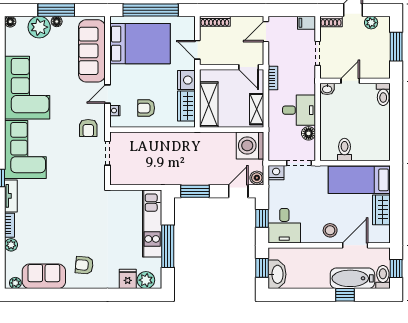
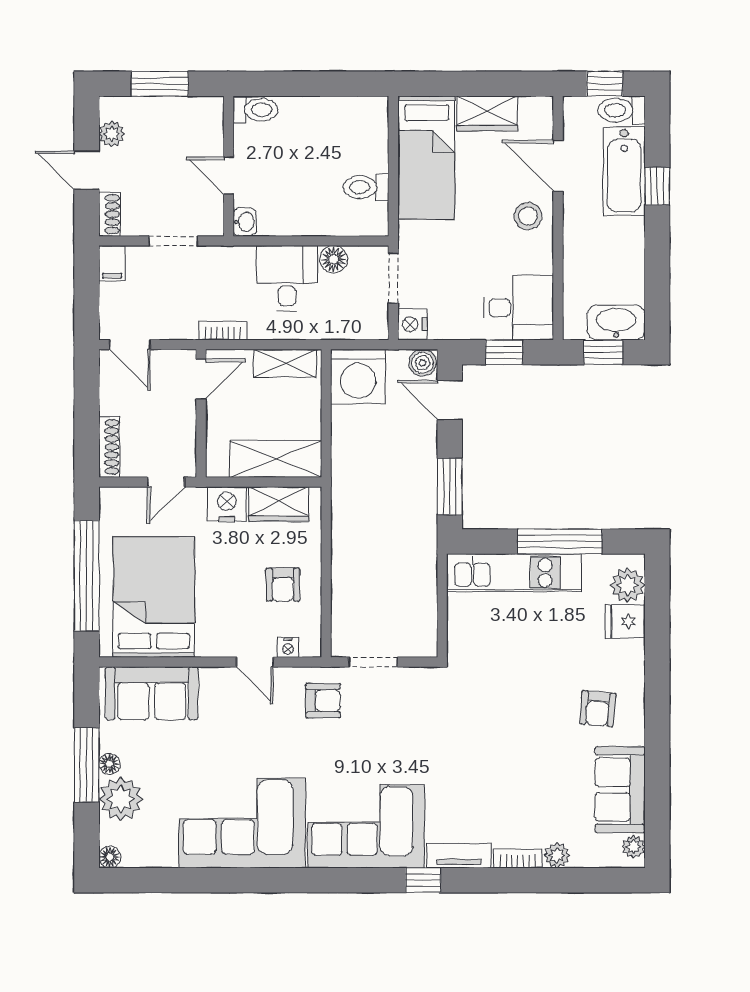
sofa: (92, 51) -> (152, 693), width x0.73

